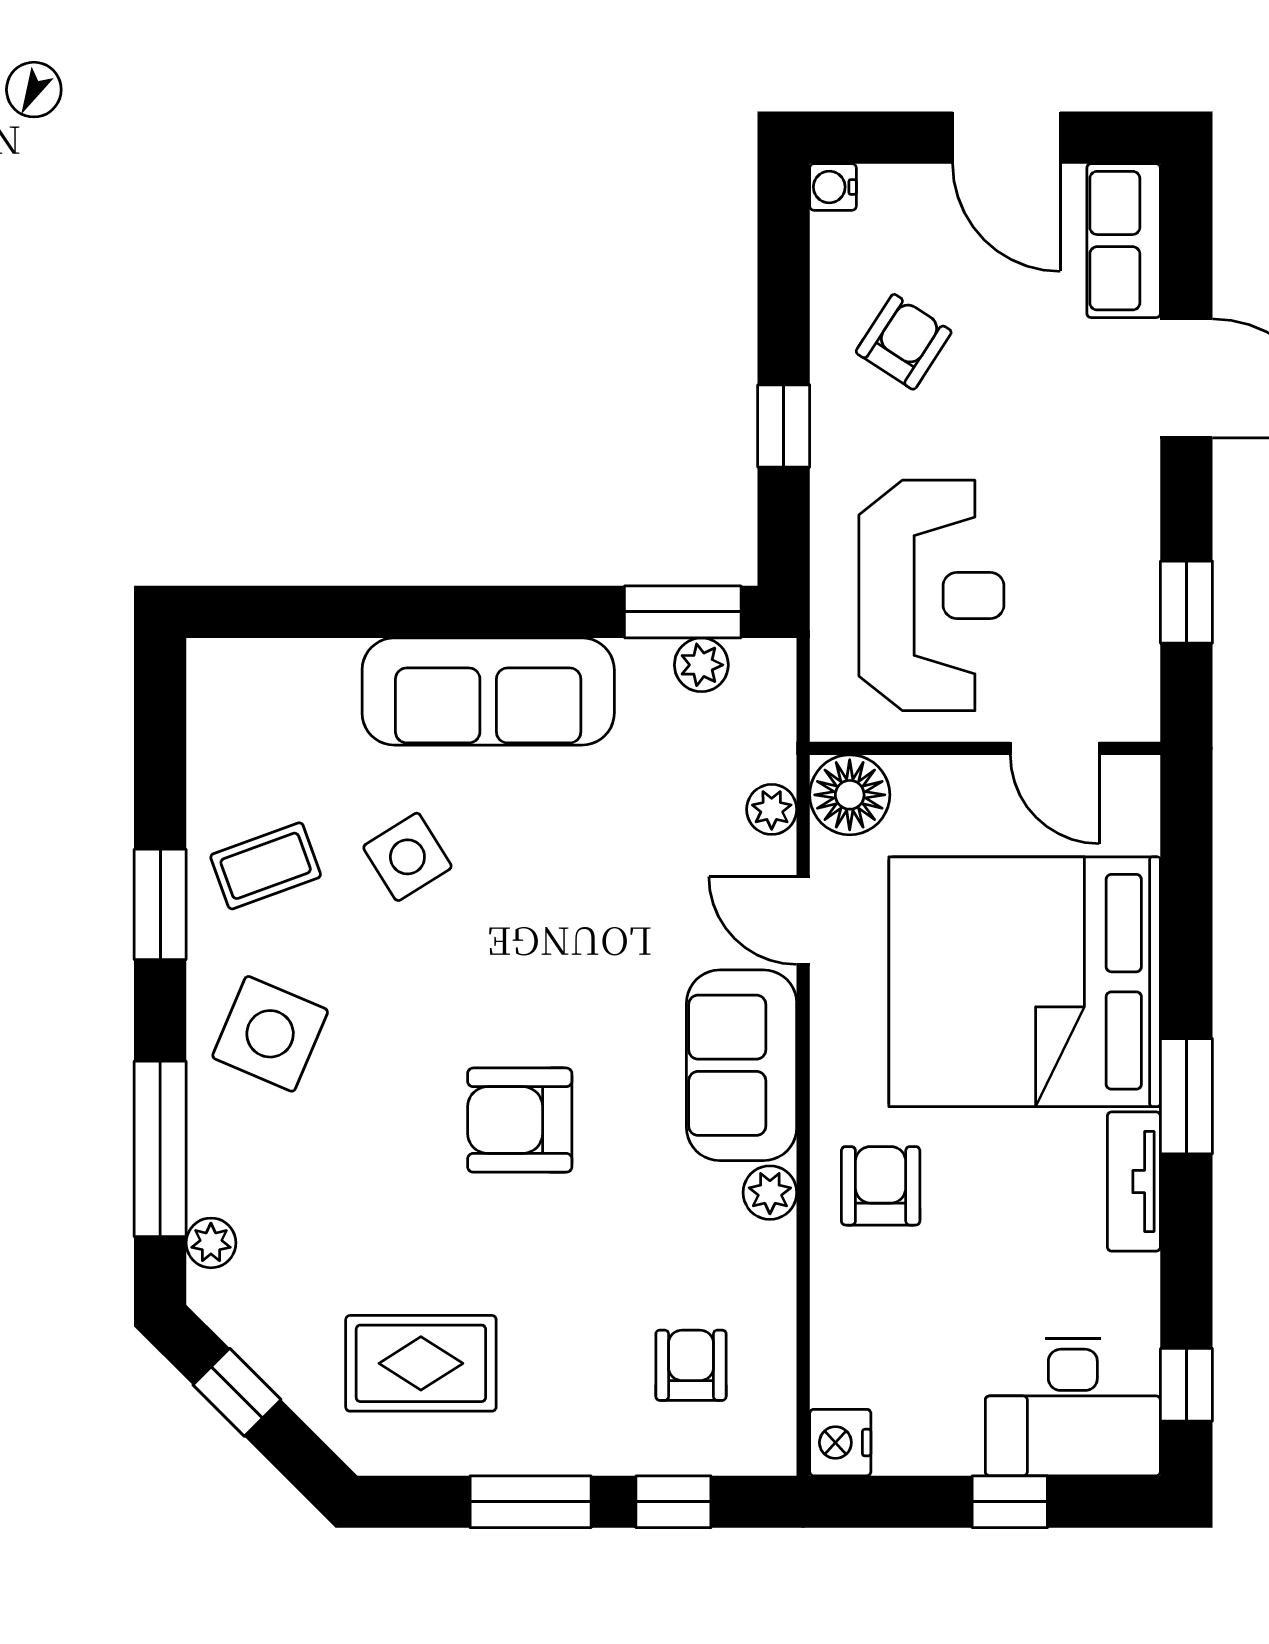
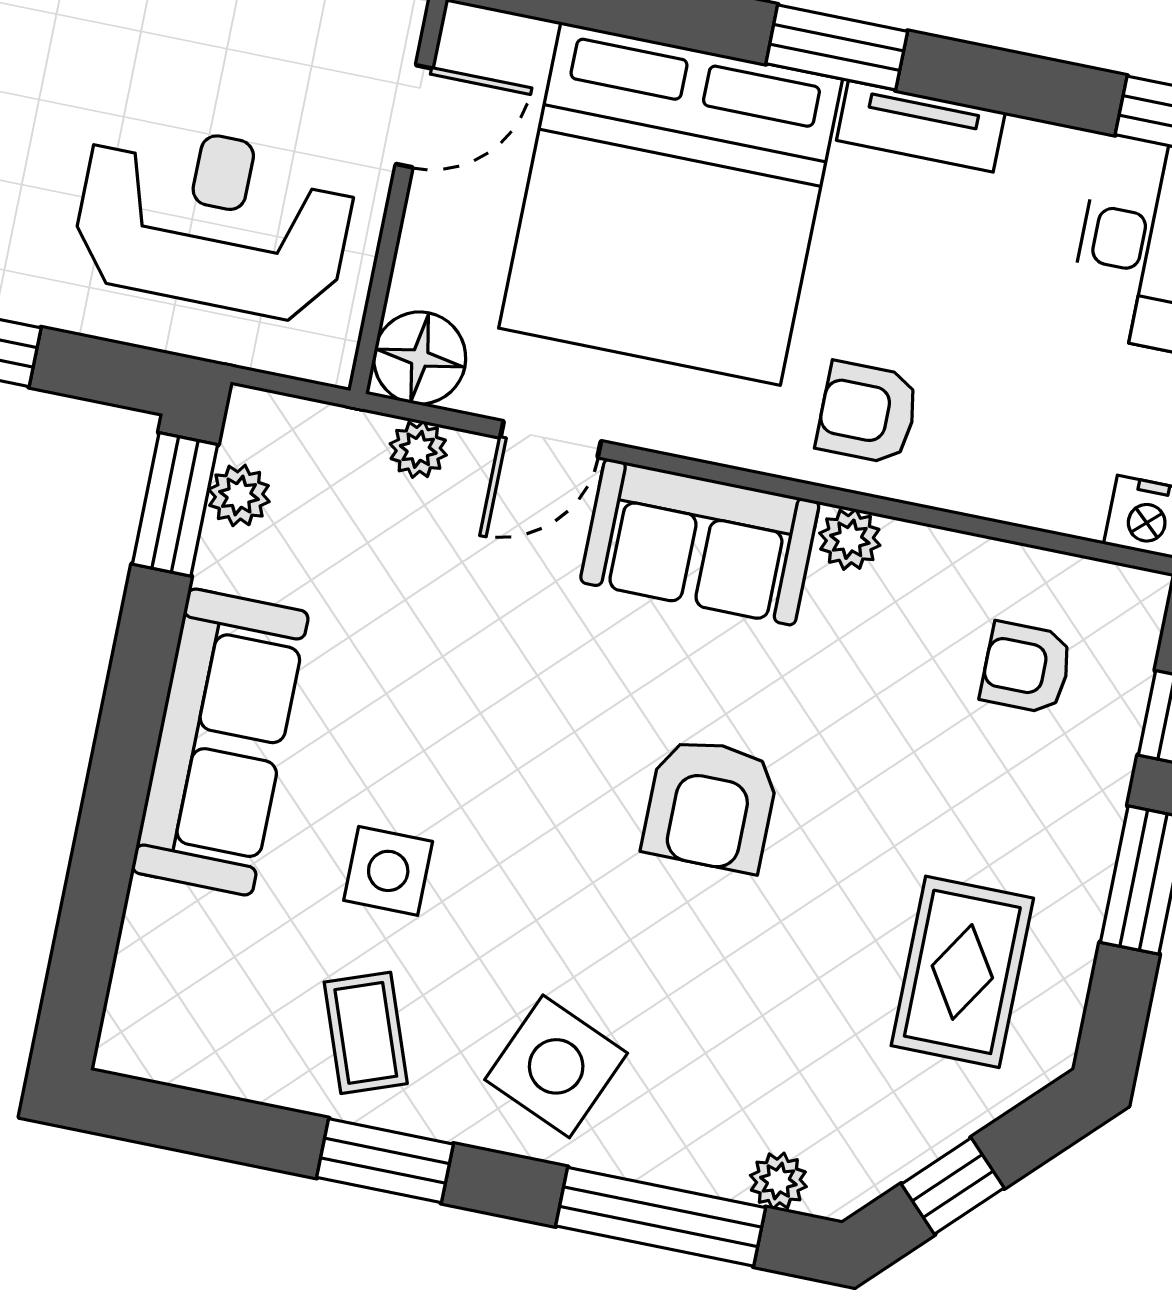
side table: (407, 857) -> (388, 871), turned 32

